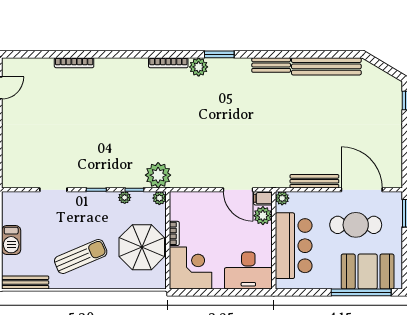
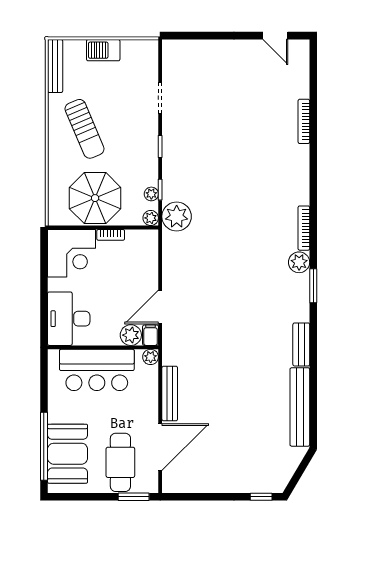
plant: (125, 198) -> (151, 194), moved
cafe table: (356, 225) -> (120, 462), moved

